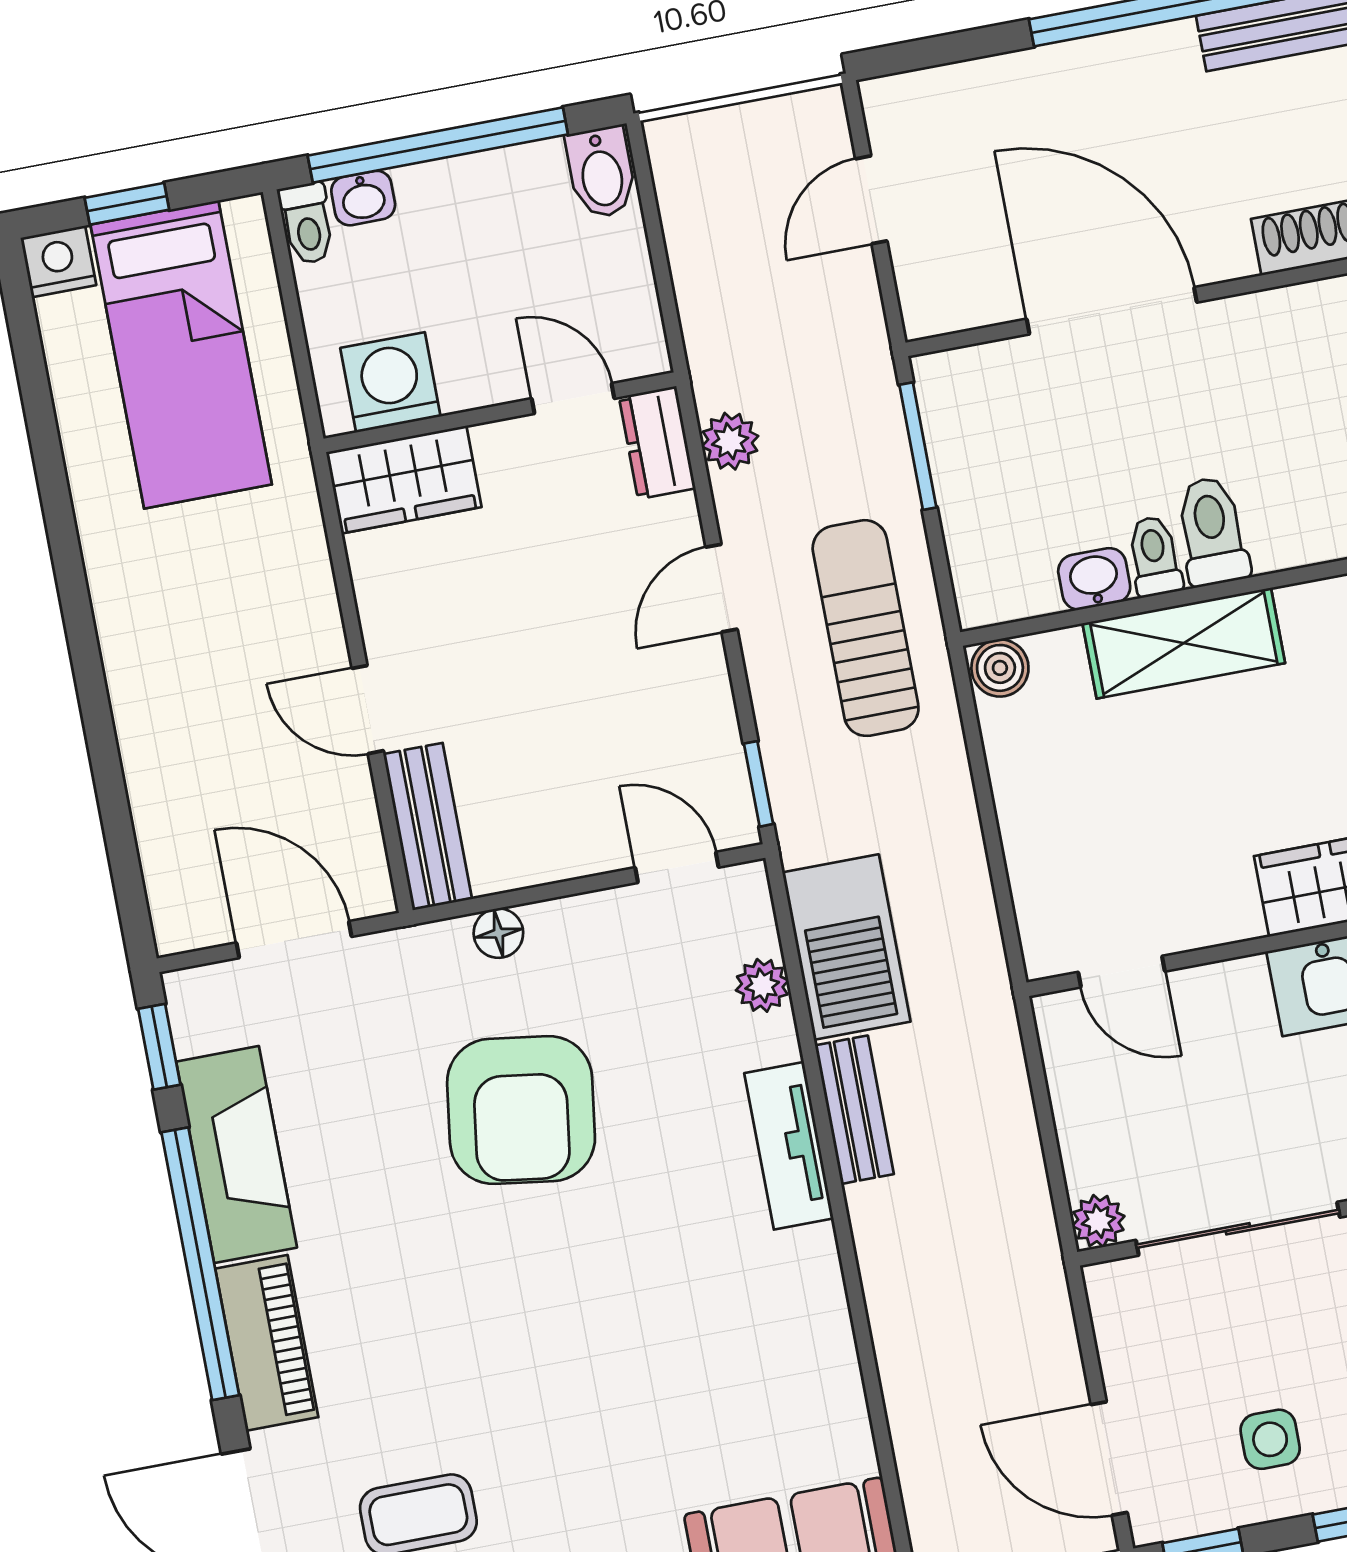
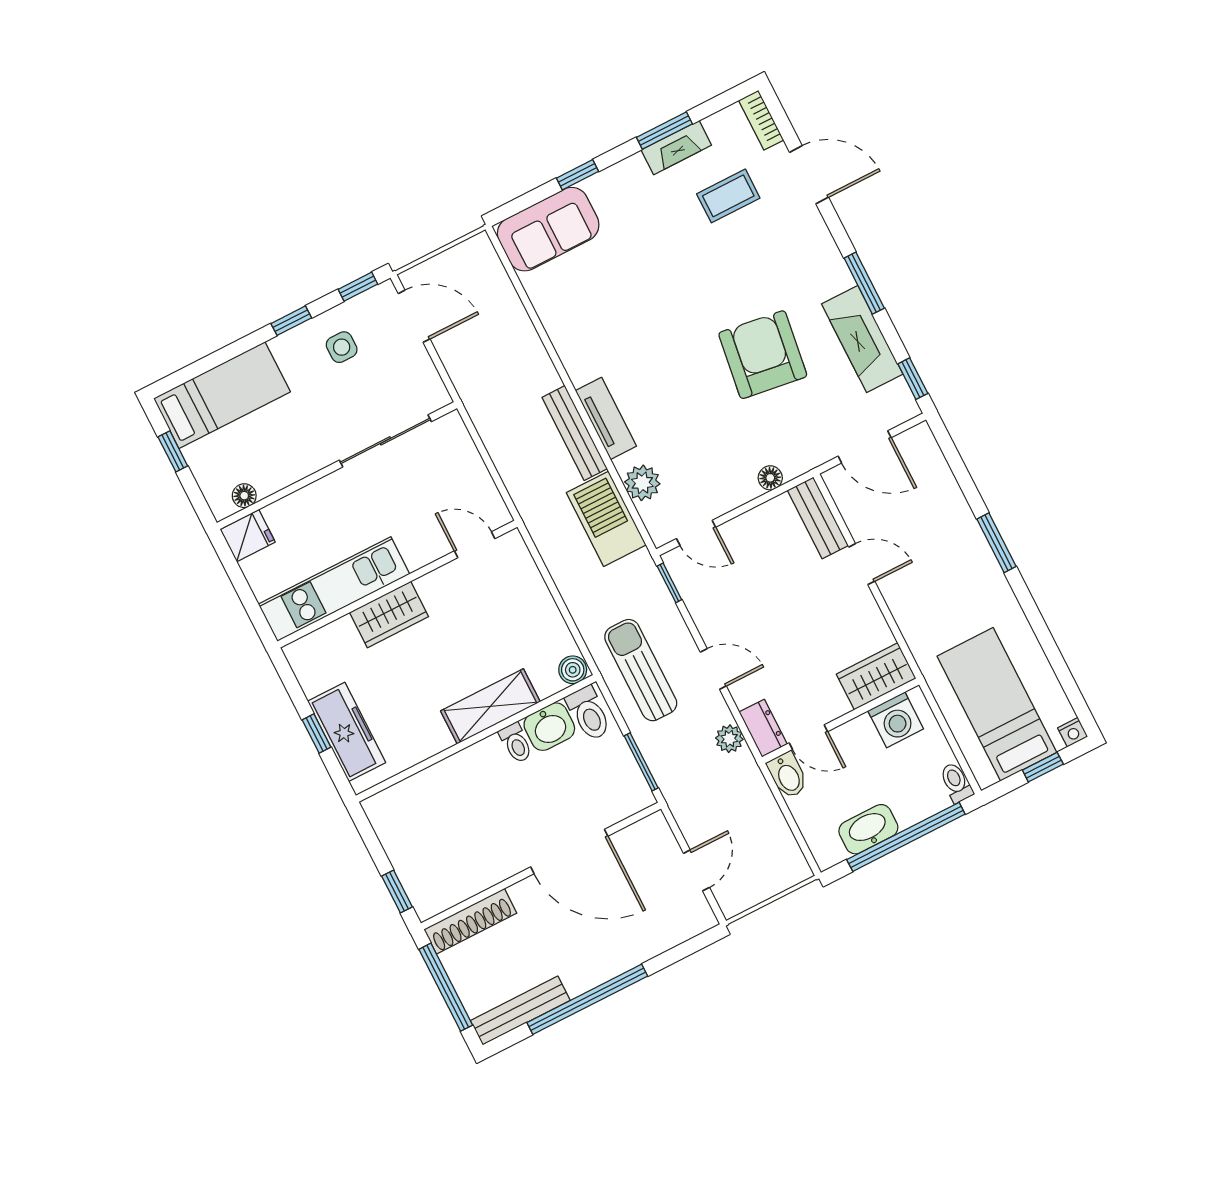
bidet: (601, 172) -> (788, 775), moved, turned 180
washbasin: (363, 198) -> (868, 829), moved, width x1.91, depth x1.45
nightstand: (58, 261) -> (1073, 732), width x0.72, depth x0.74
toilet: (1212, 531) -> (589, 713), moved
washbasin: (1094, 579) -> (549, 727), width x1.38, depth x1.45
door: (721, 588) -> (713, 669), hinge flipped
sun lounger: (866, 628) -> (641, 670), turned 180
window: (89, 674) -> (996, 543), added
plant: (762, 985) -> (642, 483), width x1.38, depth x1.38
armchair: (521, 1110) -> (763, 355), moved
bench: (854, 1110) -> (575, 433), width x1.36
plant: (1098, 1221) -> (451, 425), removed
window: (200, 1264) -> (864, 283), width x0.47
piano: (267, 1343) -> (822, 255), removed

